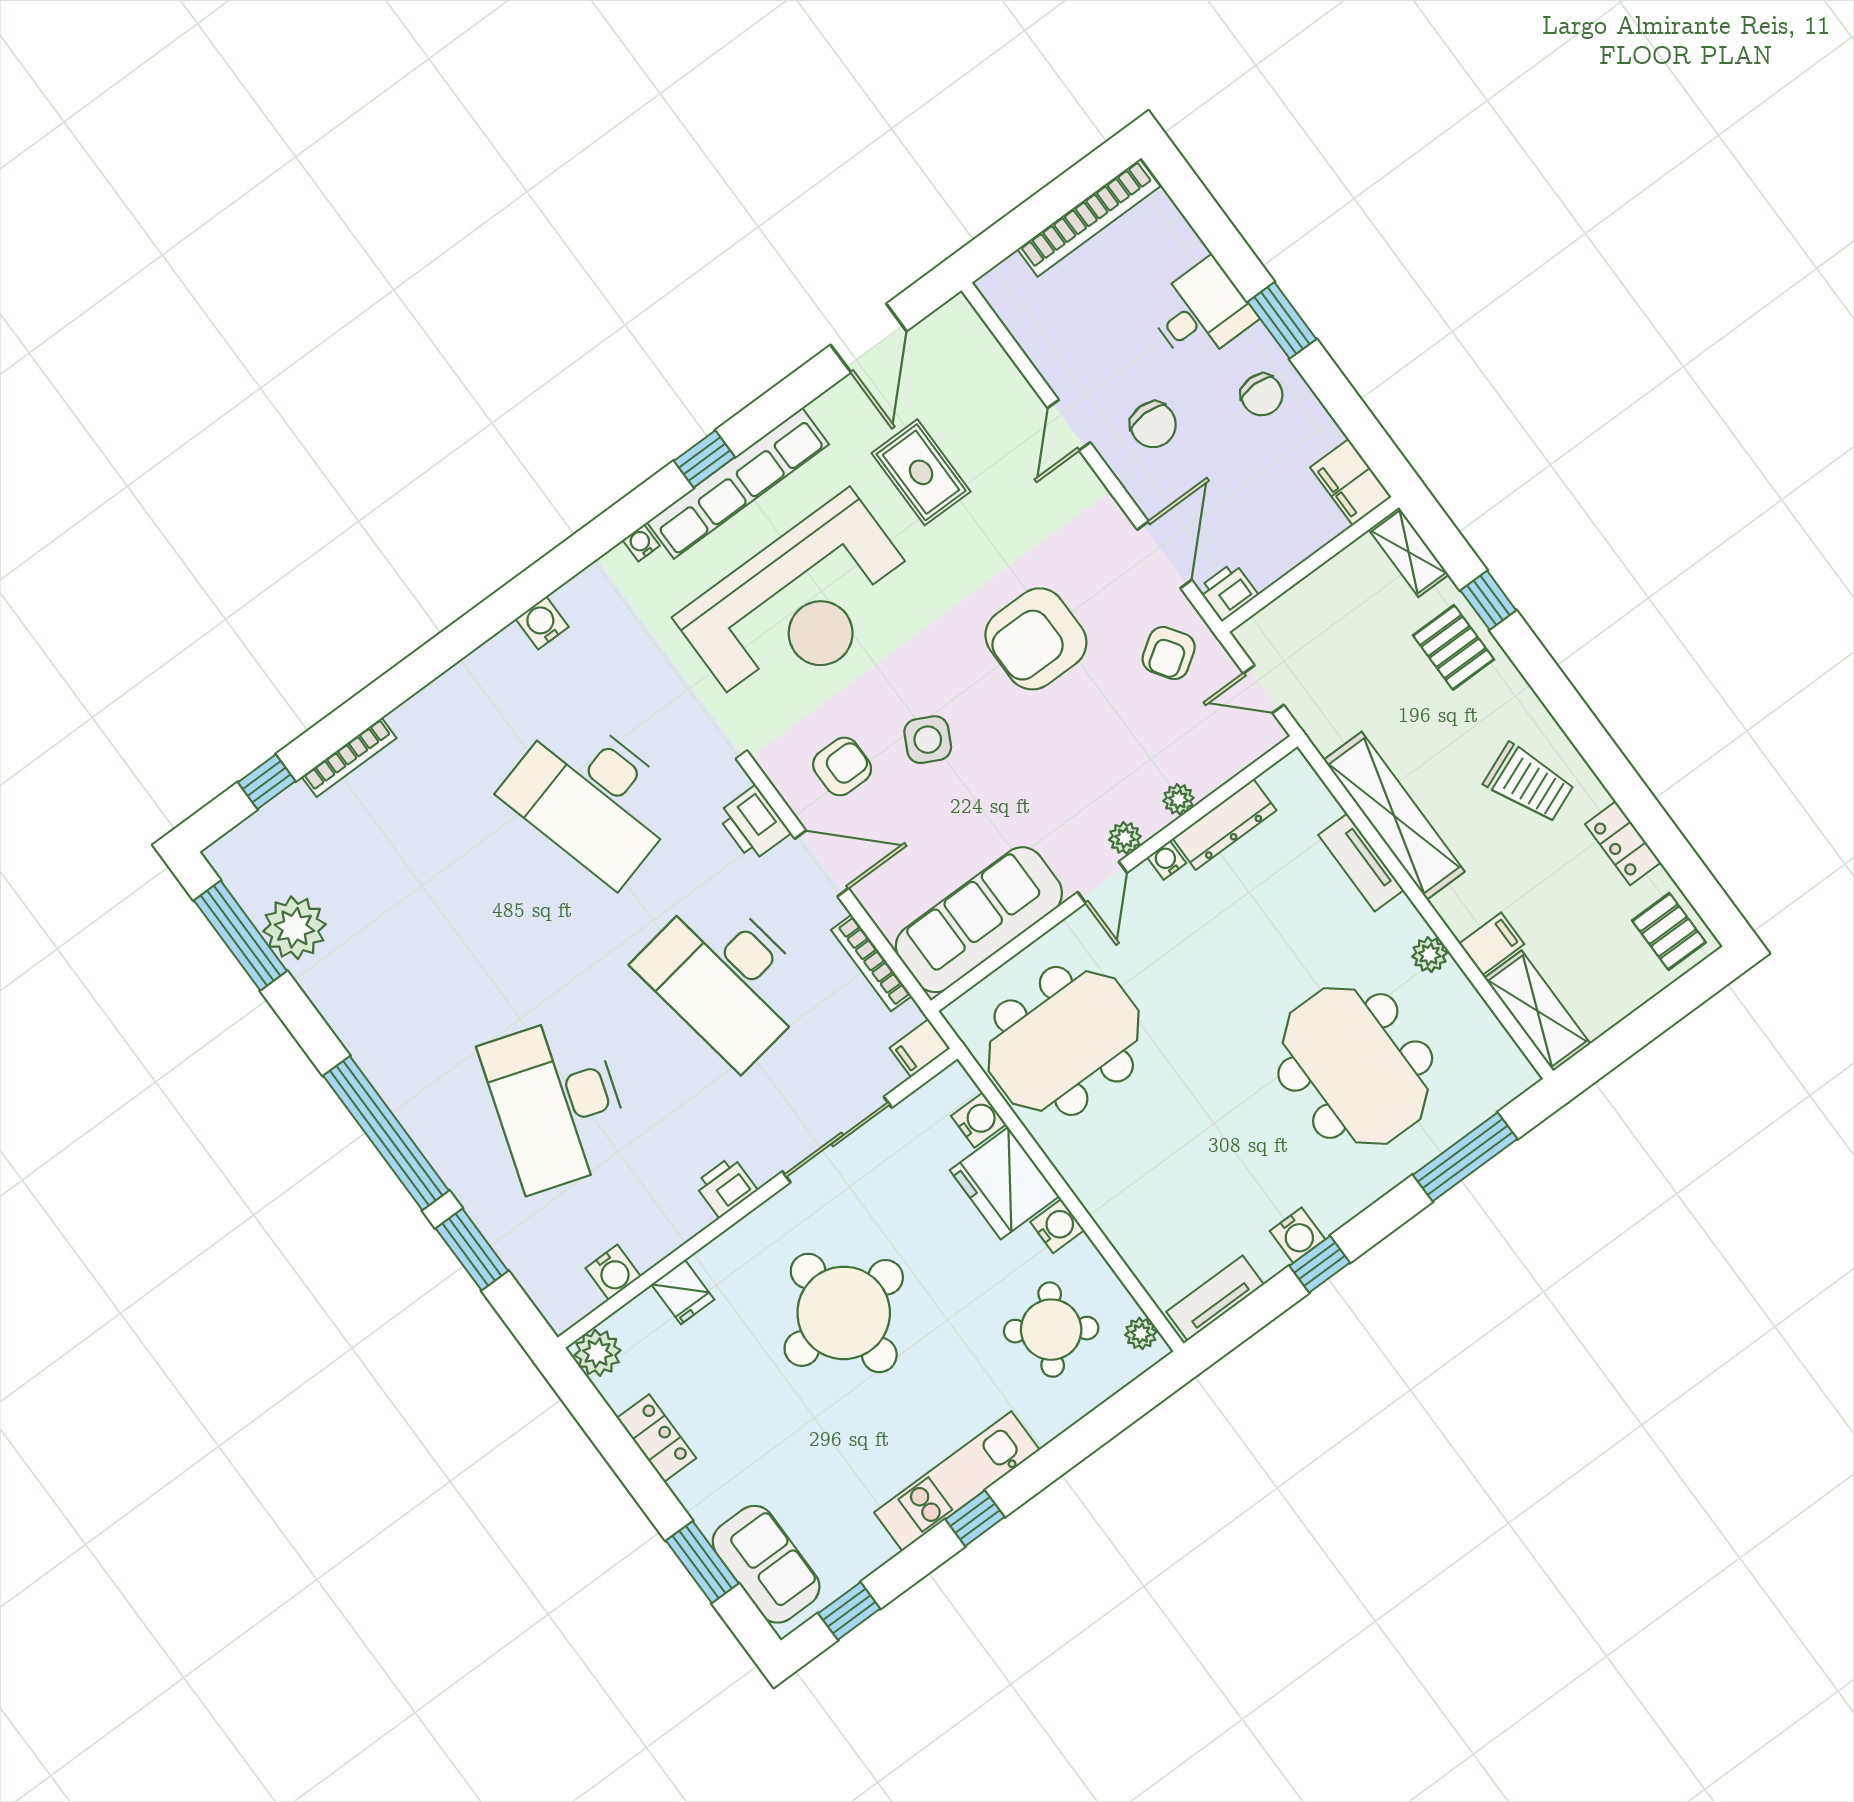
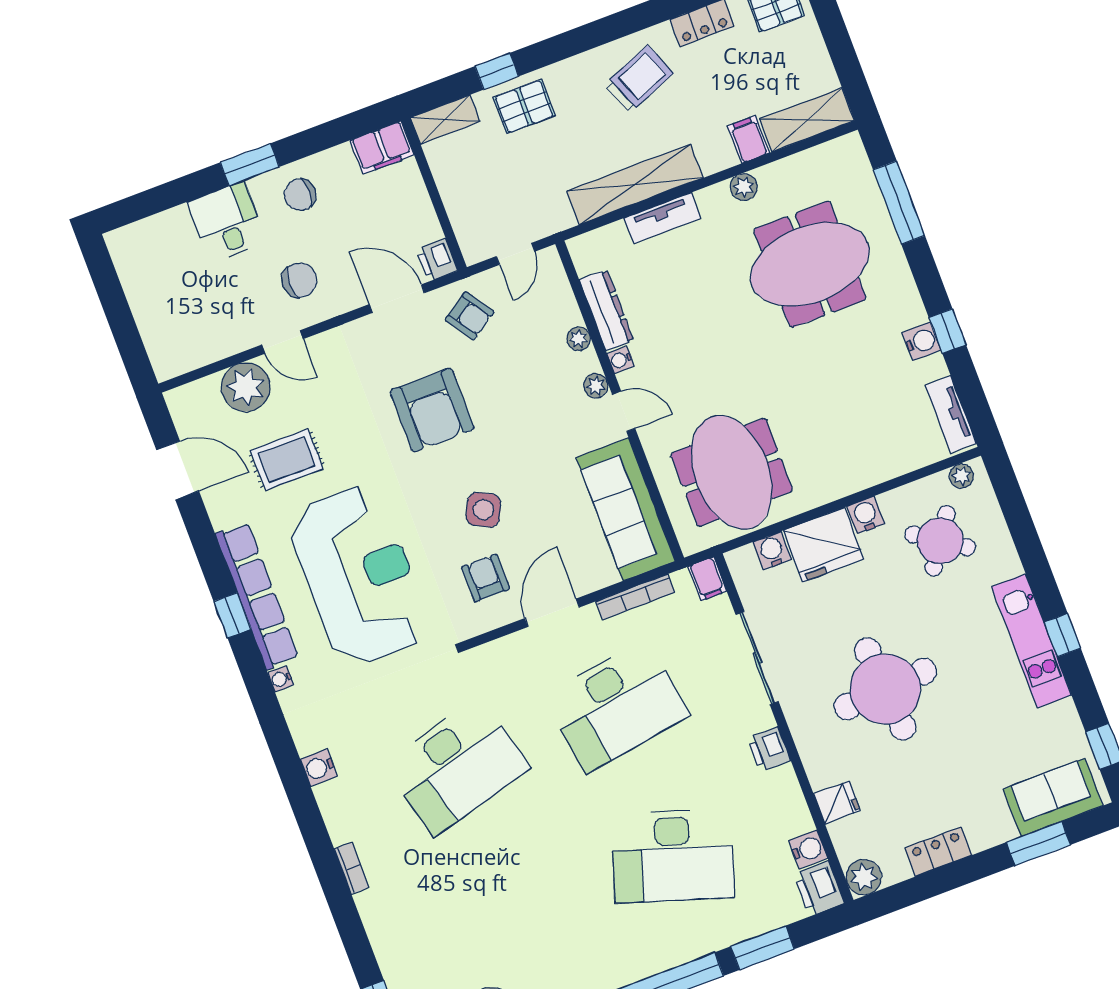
bookcase: (1089, 218) -> (135, 285), removed
plant: (999, 395) -> (246, 387), added
chair: (1262, 395) -> (300, 195), turned 180
bookcase: (349, 757) -> (352, 868), moved, width x0.64
printer: (754, 824) -> (819, 889), moved, turned 90

